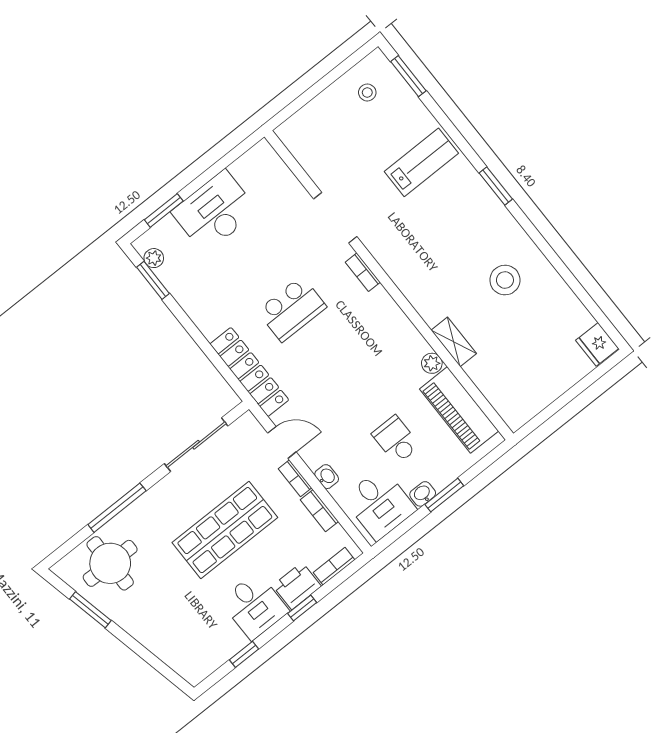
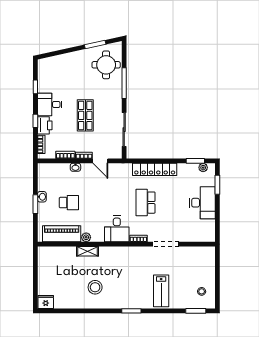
locker: (249, 372) -> (155, 169), moved
door: (282, 442) -> (100, 161), hinge flipped
desk: (380, 504) -> (117, 229), moved, turned -90
shop shelf: (225, 530) -> (85, 115), width x0.70, depth x0.74

